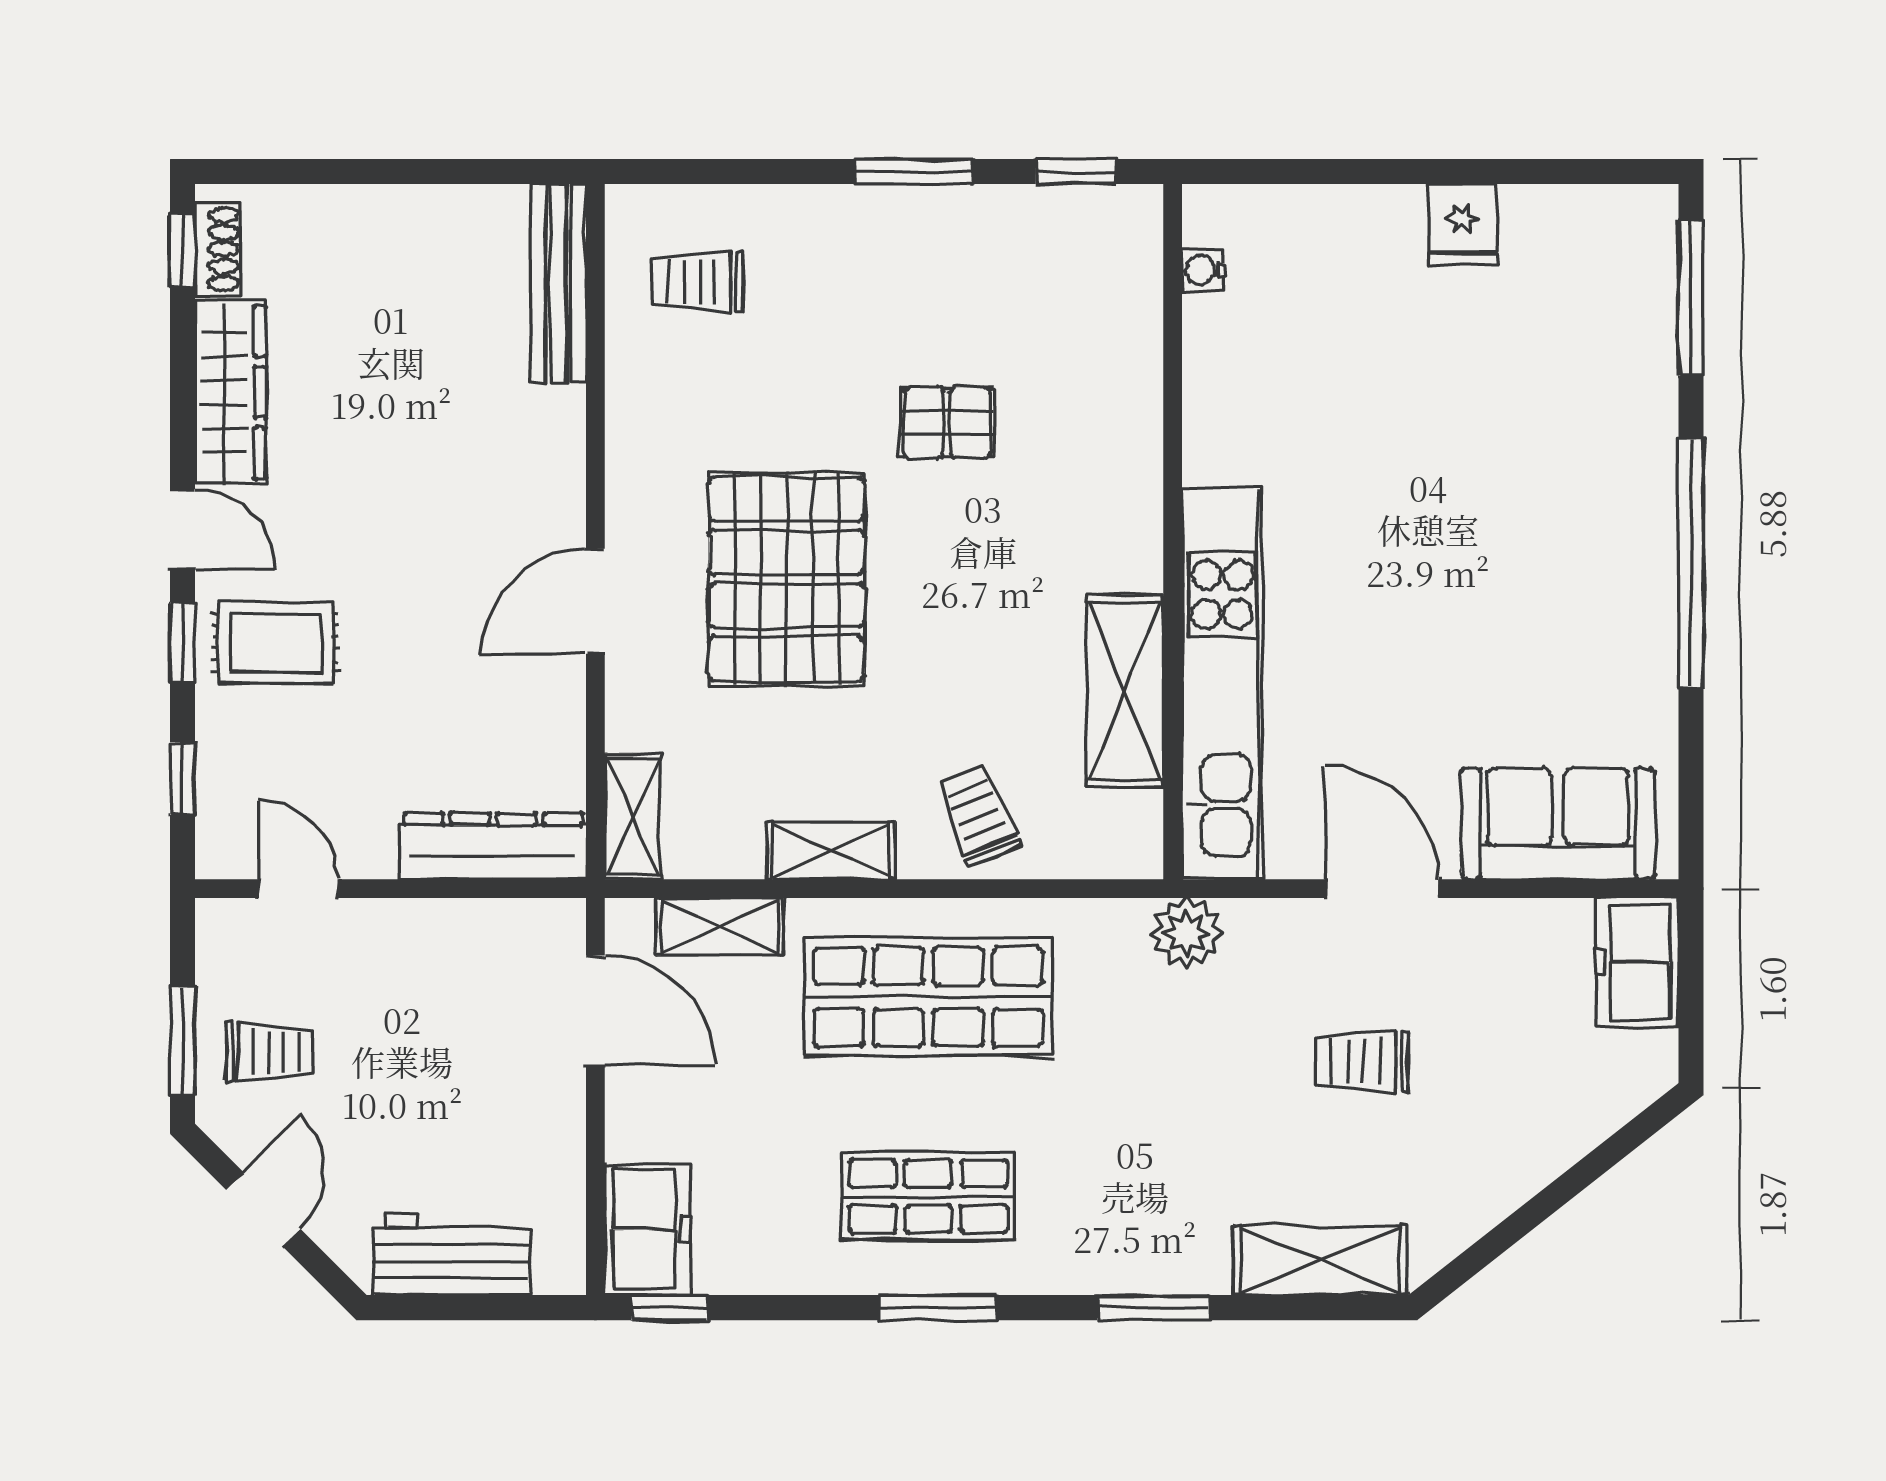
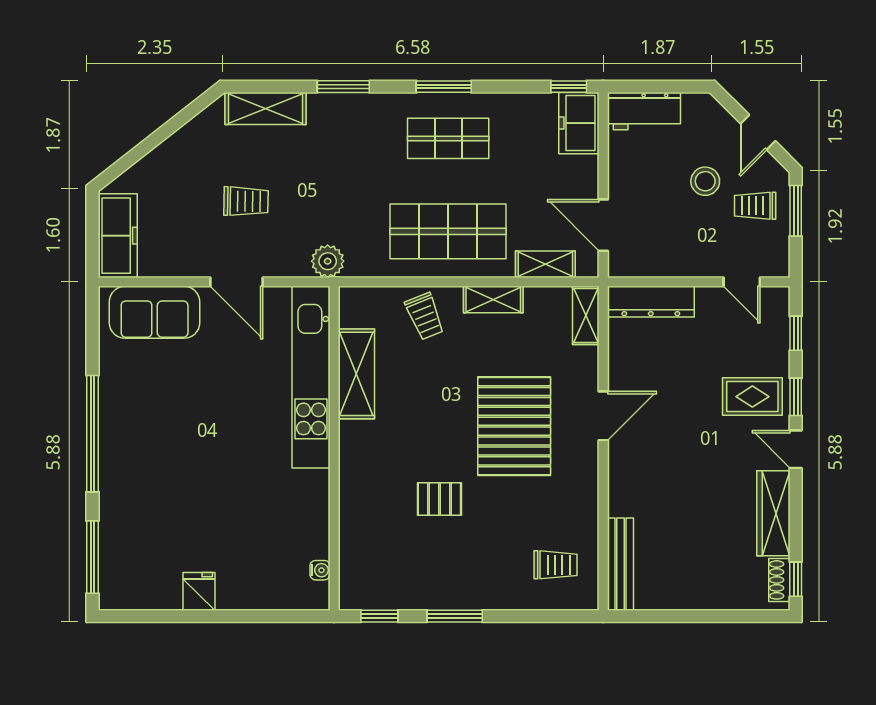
freezer: (1637, 962) -> (118, 236), width x1.40
stool: (377, 1105) -> (705, 181), added
workbench: (452, 1255) -> (644, 111), moved

